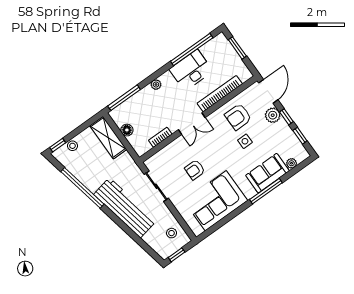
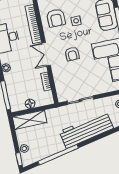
double door: (192, 124) -> (46, 54), swing flipped
armchair: (195, 170) -> (72, 54), moved

